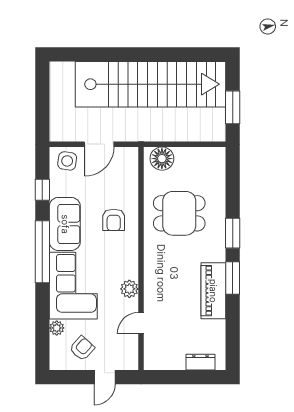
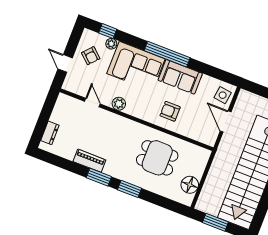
floor lamp: (162, 159) -> (190, 185), moved
window: (42, 190) -> (108, 31), moved
dining table: (179, 213) -> (157, 158), turned 90
piano: (213, 291) -> (89, 161), width x0.73, depth x0.75

